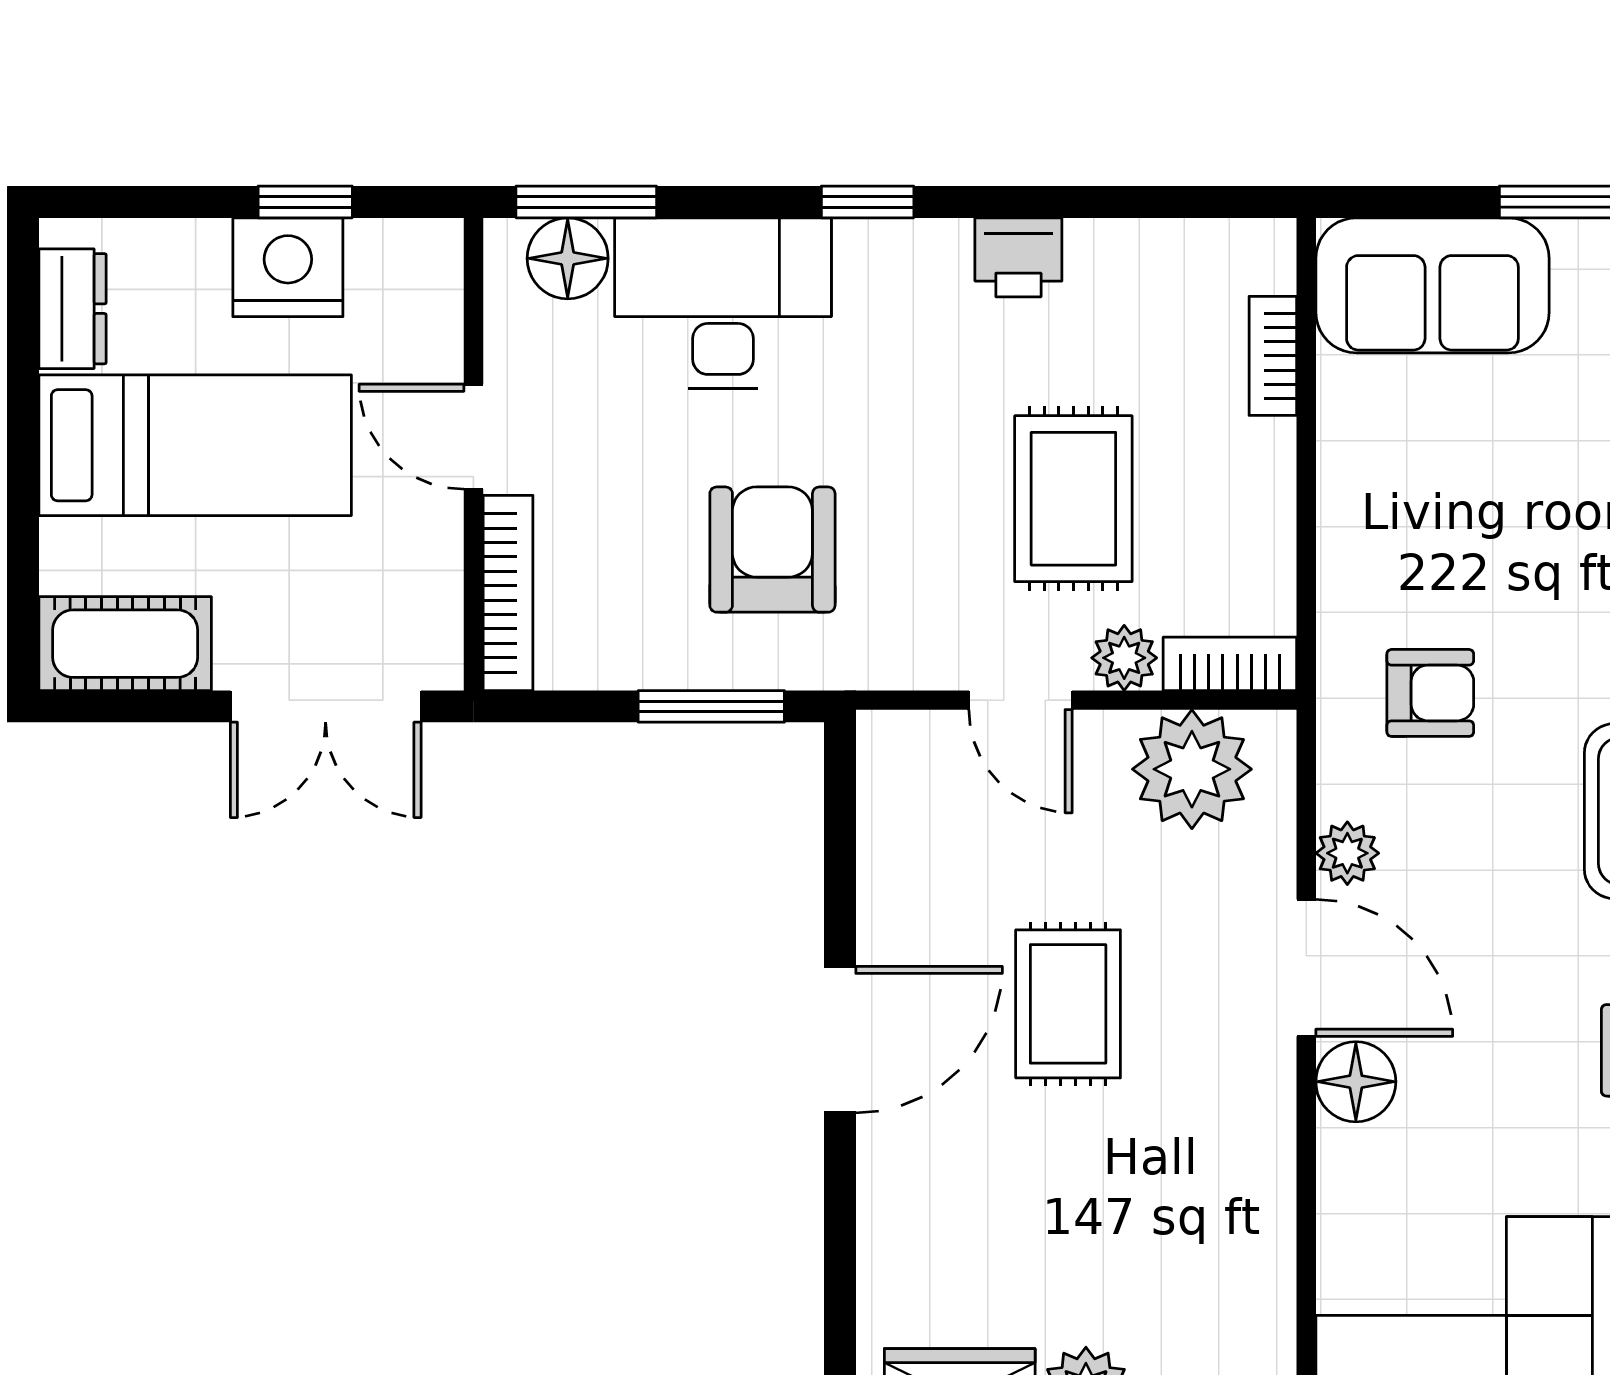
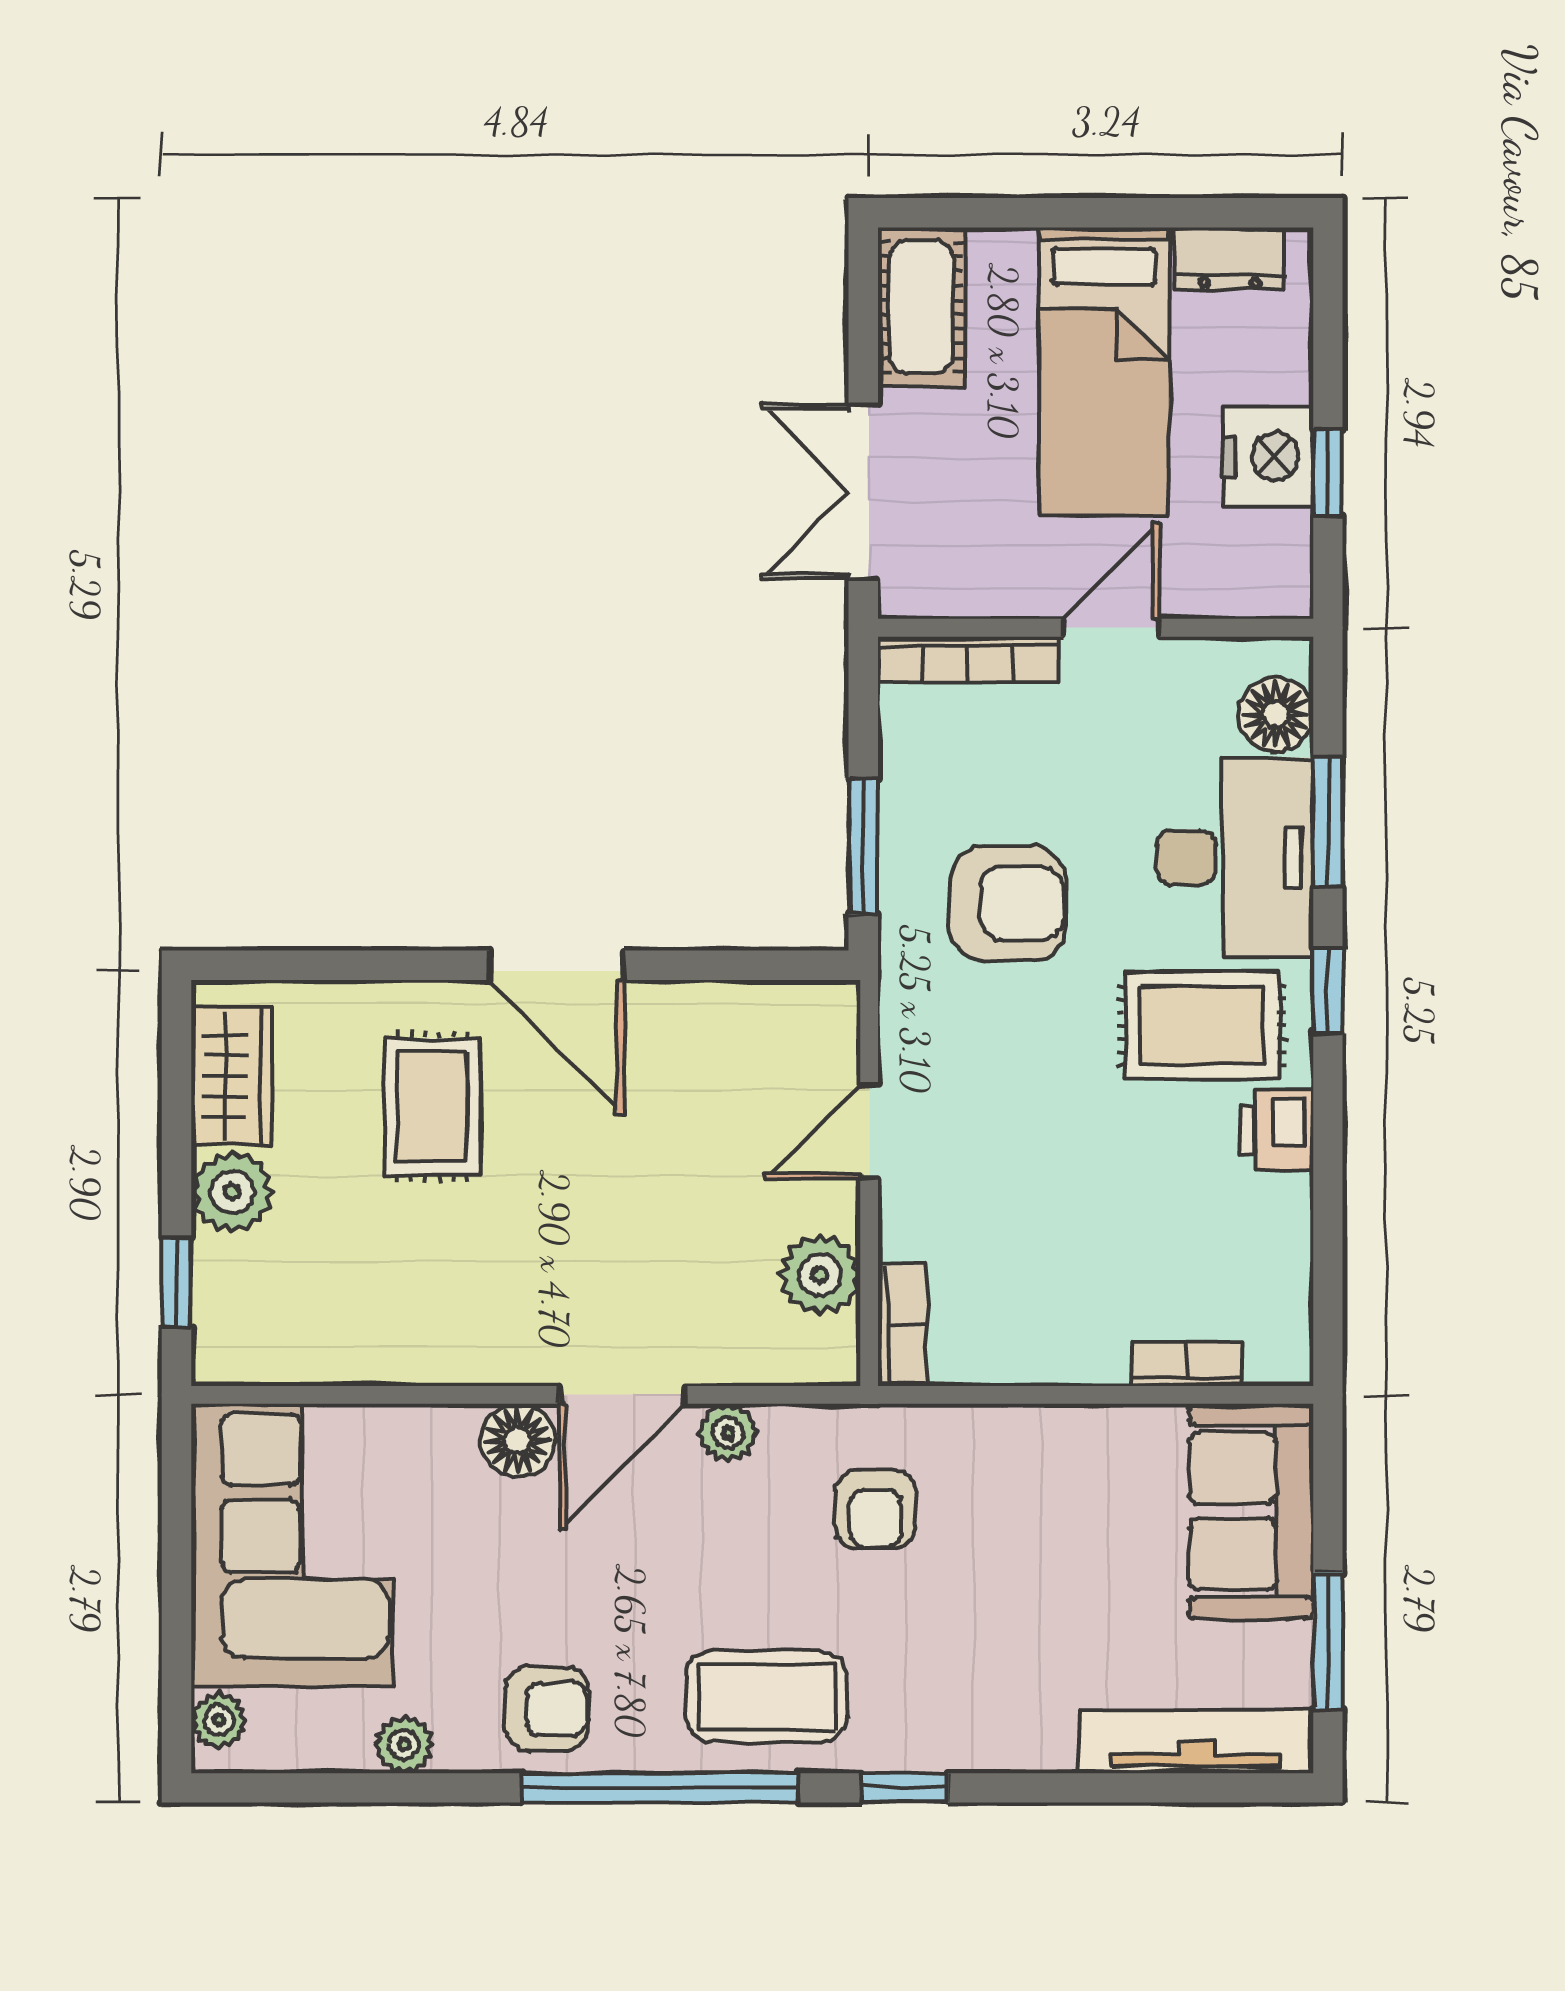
window: (586, 202) -> (1328, 822), moved
rug: (1073, 499) -> (1202, 1025), moved
plant: (1124, 658) -> (908, 1227), removed
plant: (1192, 769) -> (820, 1275), width x0.73, depth x0.73
rug: (1068, 1004) -> (432, 1107), moved, turned 90

